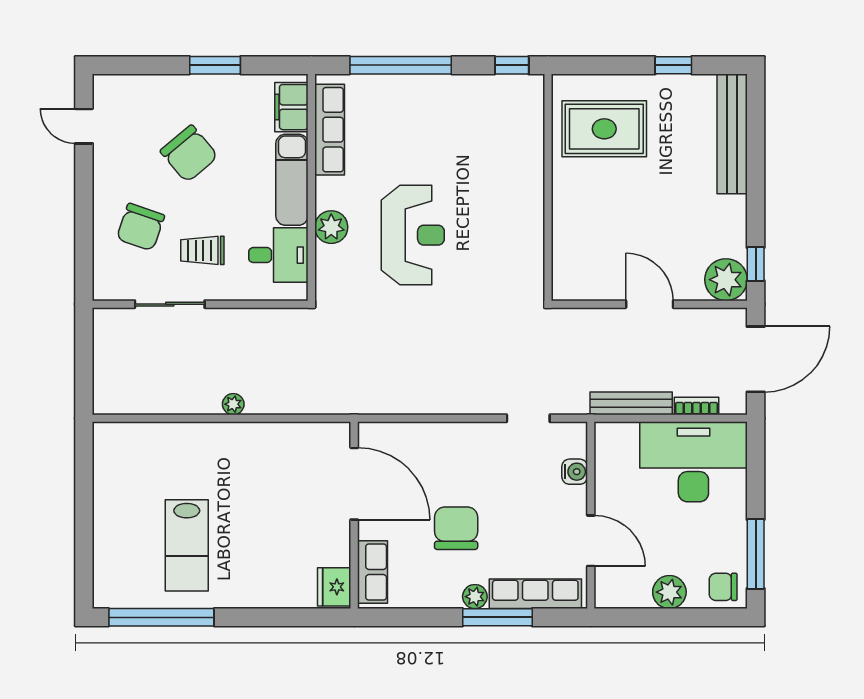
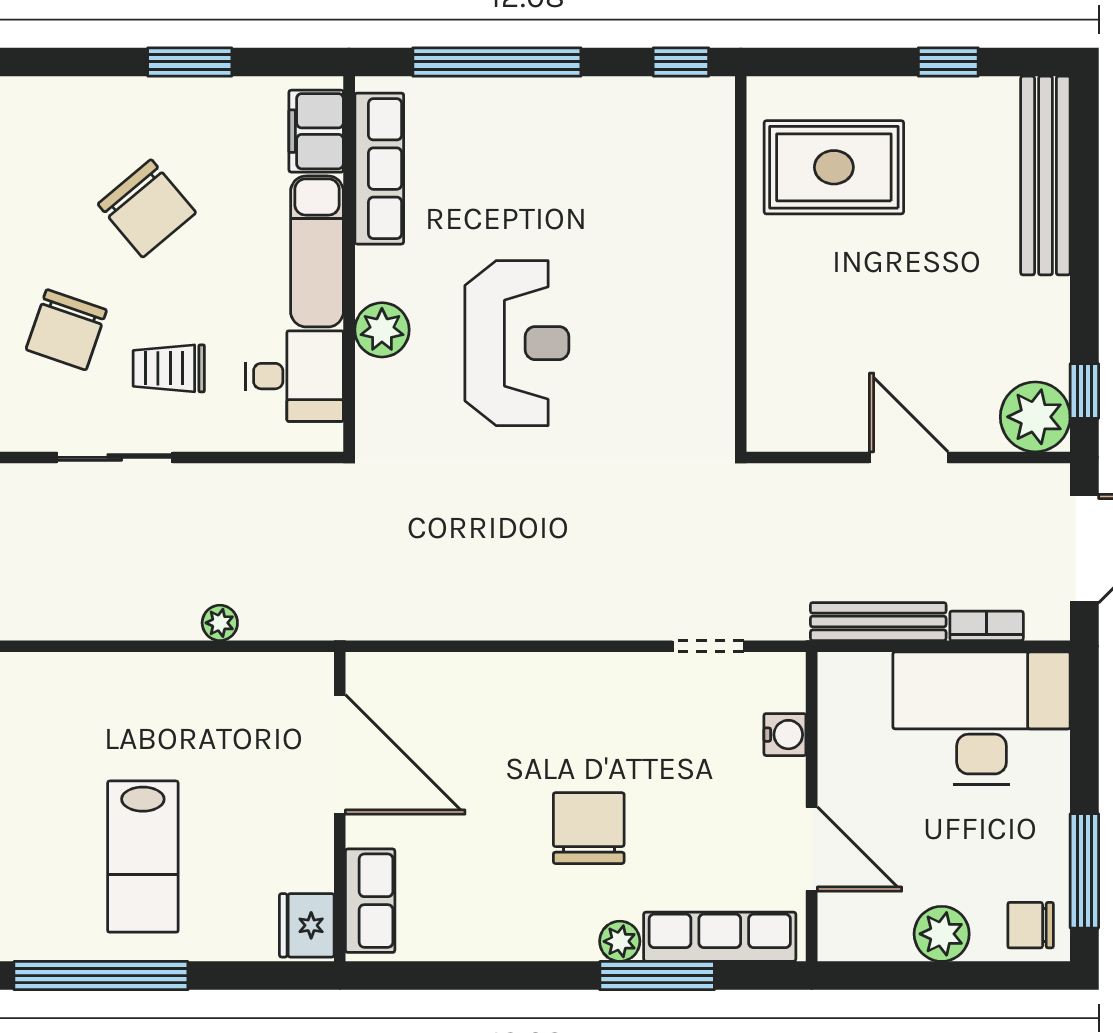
door: (354, 484) -> (340, 754), moved
wall: (354, 515) -> (340, 807), moved
row of seats: (373, 572) -> (370, 901), moved
fridge: (334, 587) -> (307, 925), moved

